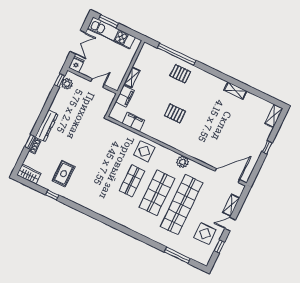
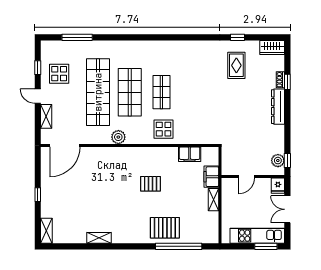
pallet: (180, 74) -> (165, 228), width x1.50, depth x1.42
door: (230, 224) -> (38, 96), swing flipped

